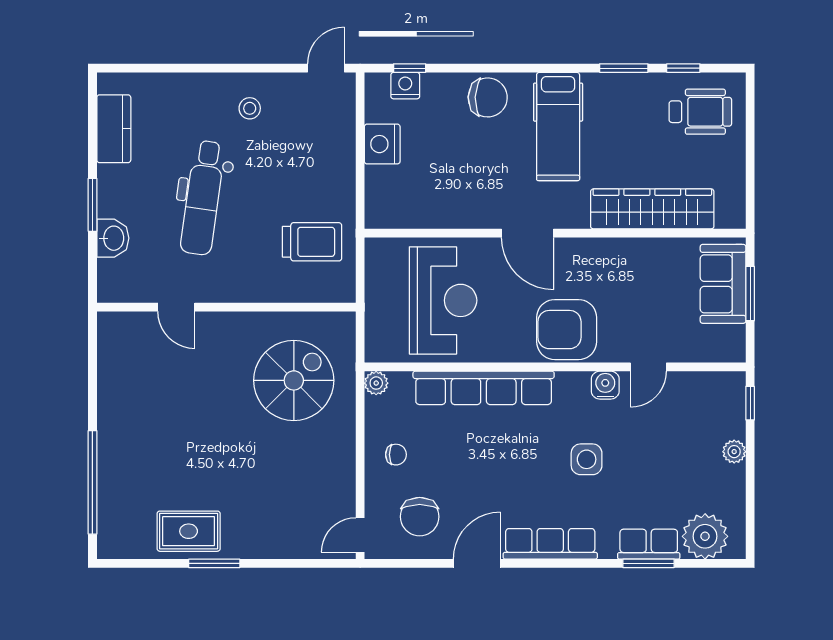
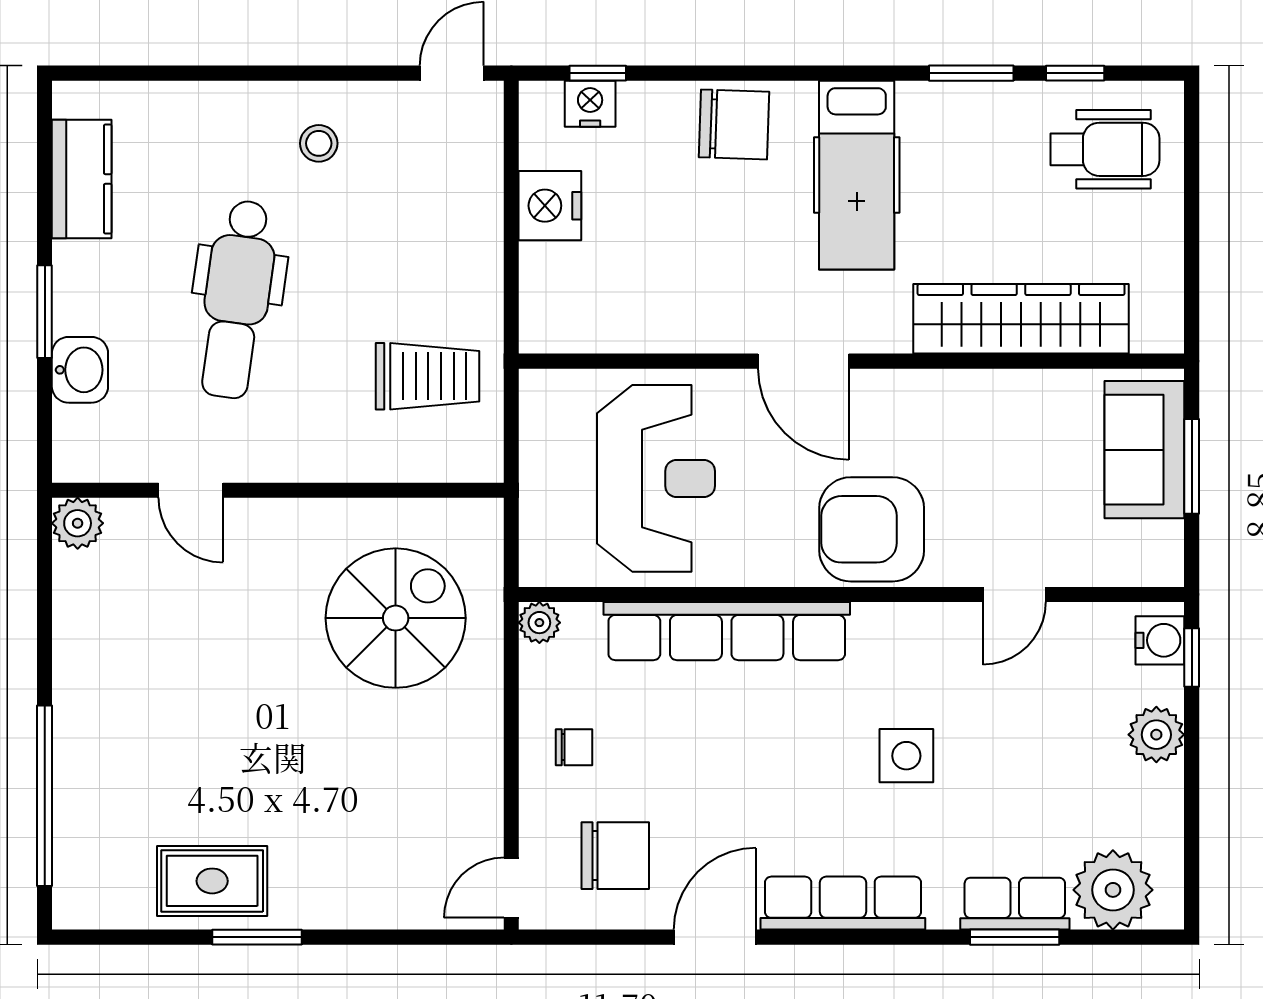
plant: (111, 326) -> (78, 523), added
water cooler: (605, 385) -> (1160, 640), moved, turned 90
plant: (734, 452) -> (1156, 735), width x1.38, depth x1.38
chair: (420, 517) -> (615, 856), turned -90

